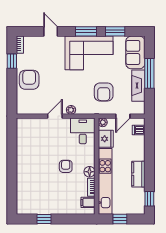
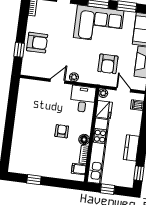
window: (12, 61) -> (19, 50), moved
armchair: (29, 80) -> (37, 43), turned 90
door: (123, 116) -> (123, 90), swing flipped

